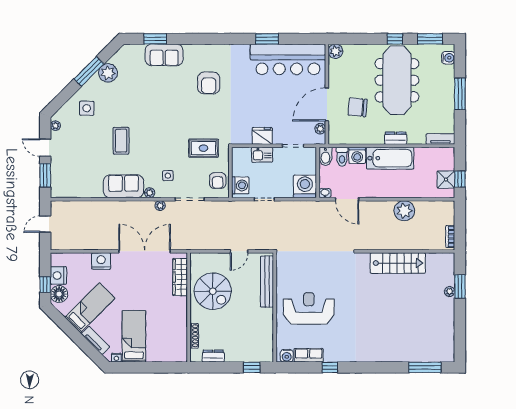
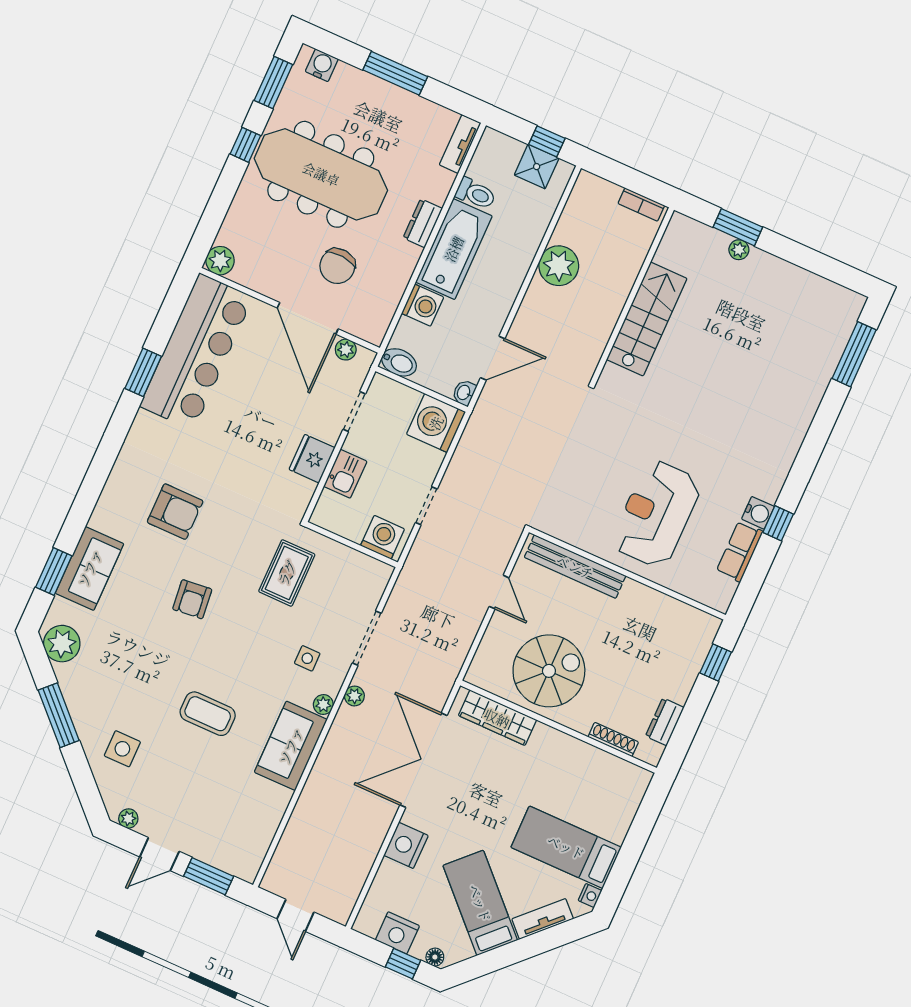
plant: (108, 73) -> (62, 644), moved
toilet: (342, 157) -> (476, 194), moved
armchair: (218, 180) -> (192, 599), moved, turned 84
floor lamp: (59, 294) -> (435, 957), width x0.53, depth x0.53
water cooler: (287, 356) -> (758, 513), moved

